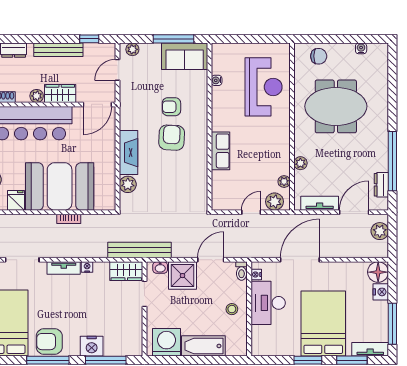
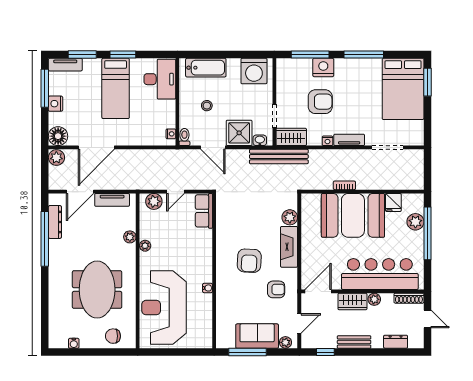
bench: (58, 50) -> (354, 342), width x0.73
sofa: (185, 56) -> (257, 336), moved
water cooler: (217, 80) -> (208, 288), moved
reception desk: (264, 87) -> (164, 308), width x1.36, depth x1.30
meeting table: (336, 106) -> (97, 290), turned 90
armchair: (171, 107) -> (276, 289), moved
row of seats: (220, 151) -> (204, 211), moved
plant: (284, 182) -> (145, 246), moved
dresser: (381, 185) -> (55, 222), width x1.44
plant: (380, 231) -> (56, 157), moved
door: (211, 260) -> (213, 147), hinge flipped
door: (300, 260) -> (96, 147), moved
nightstand: (381, 292) -> (55, 104), moved
desk: (268, 303) -> (160, 79), moved
stool: (232, 309) -> (207, 106), moved
bed: (323, 324) -> (116, 88), width x0.67
armchair: (49, 342) -> (320, 102), moved
bathtub: (203, 346) -> (206, 68), moved

